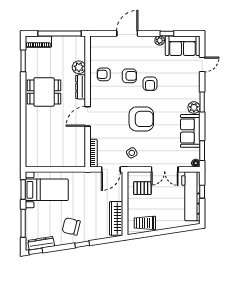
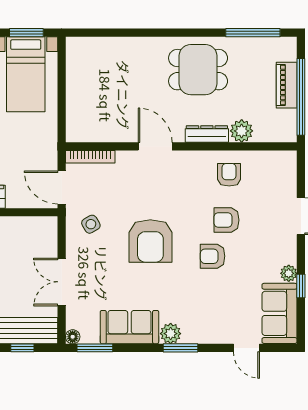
piano: (38, 42) -> (287, 85), moved
window: (23, 61) -> (253, 33), width x1.44
armchair: (129, 76) -> (226, 220), turned 90
dining table: (44, 92) -> (198, 70), turned 90
pallet: (142, 188) -> (29, 243), removed

